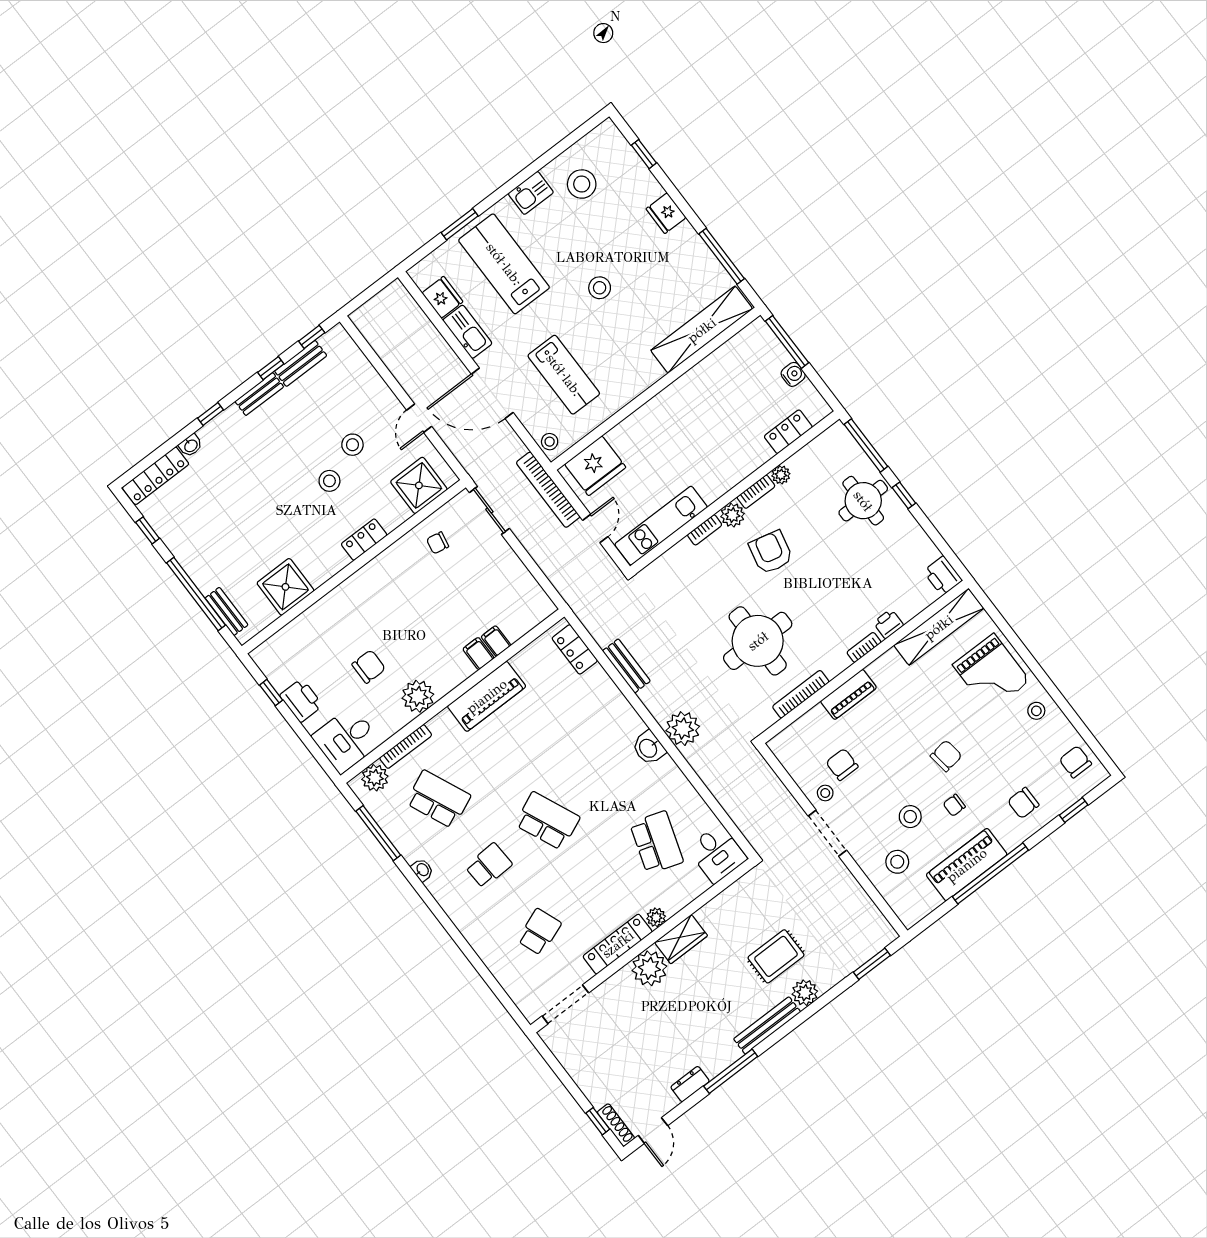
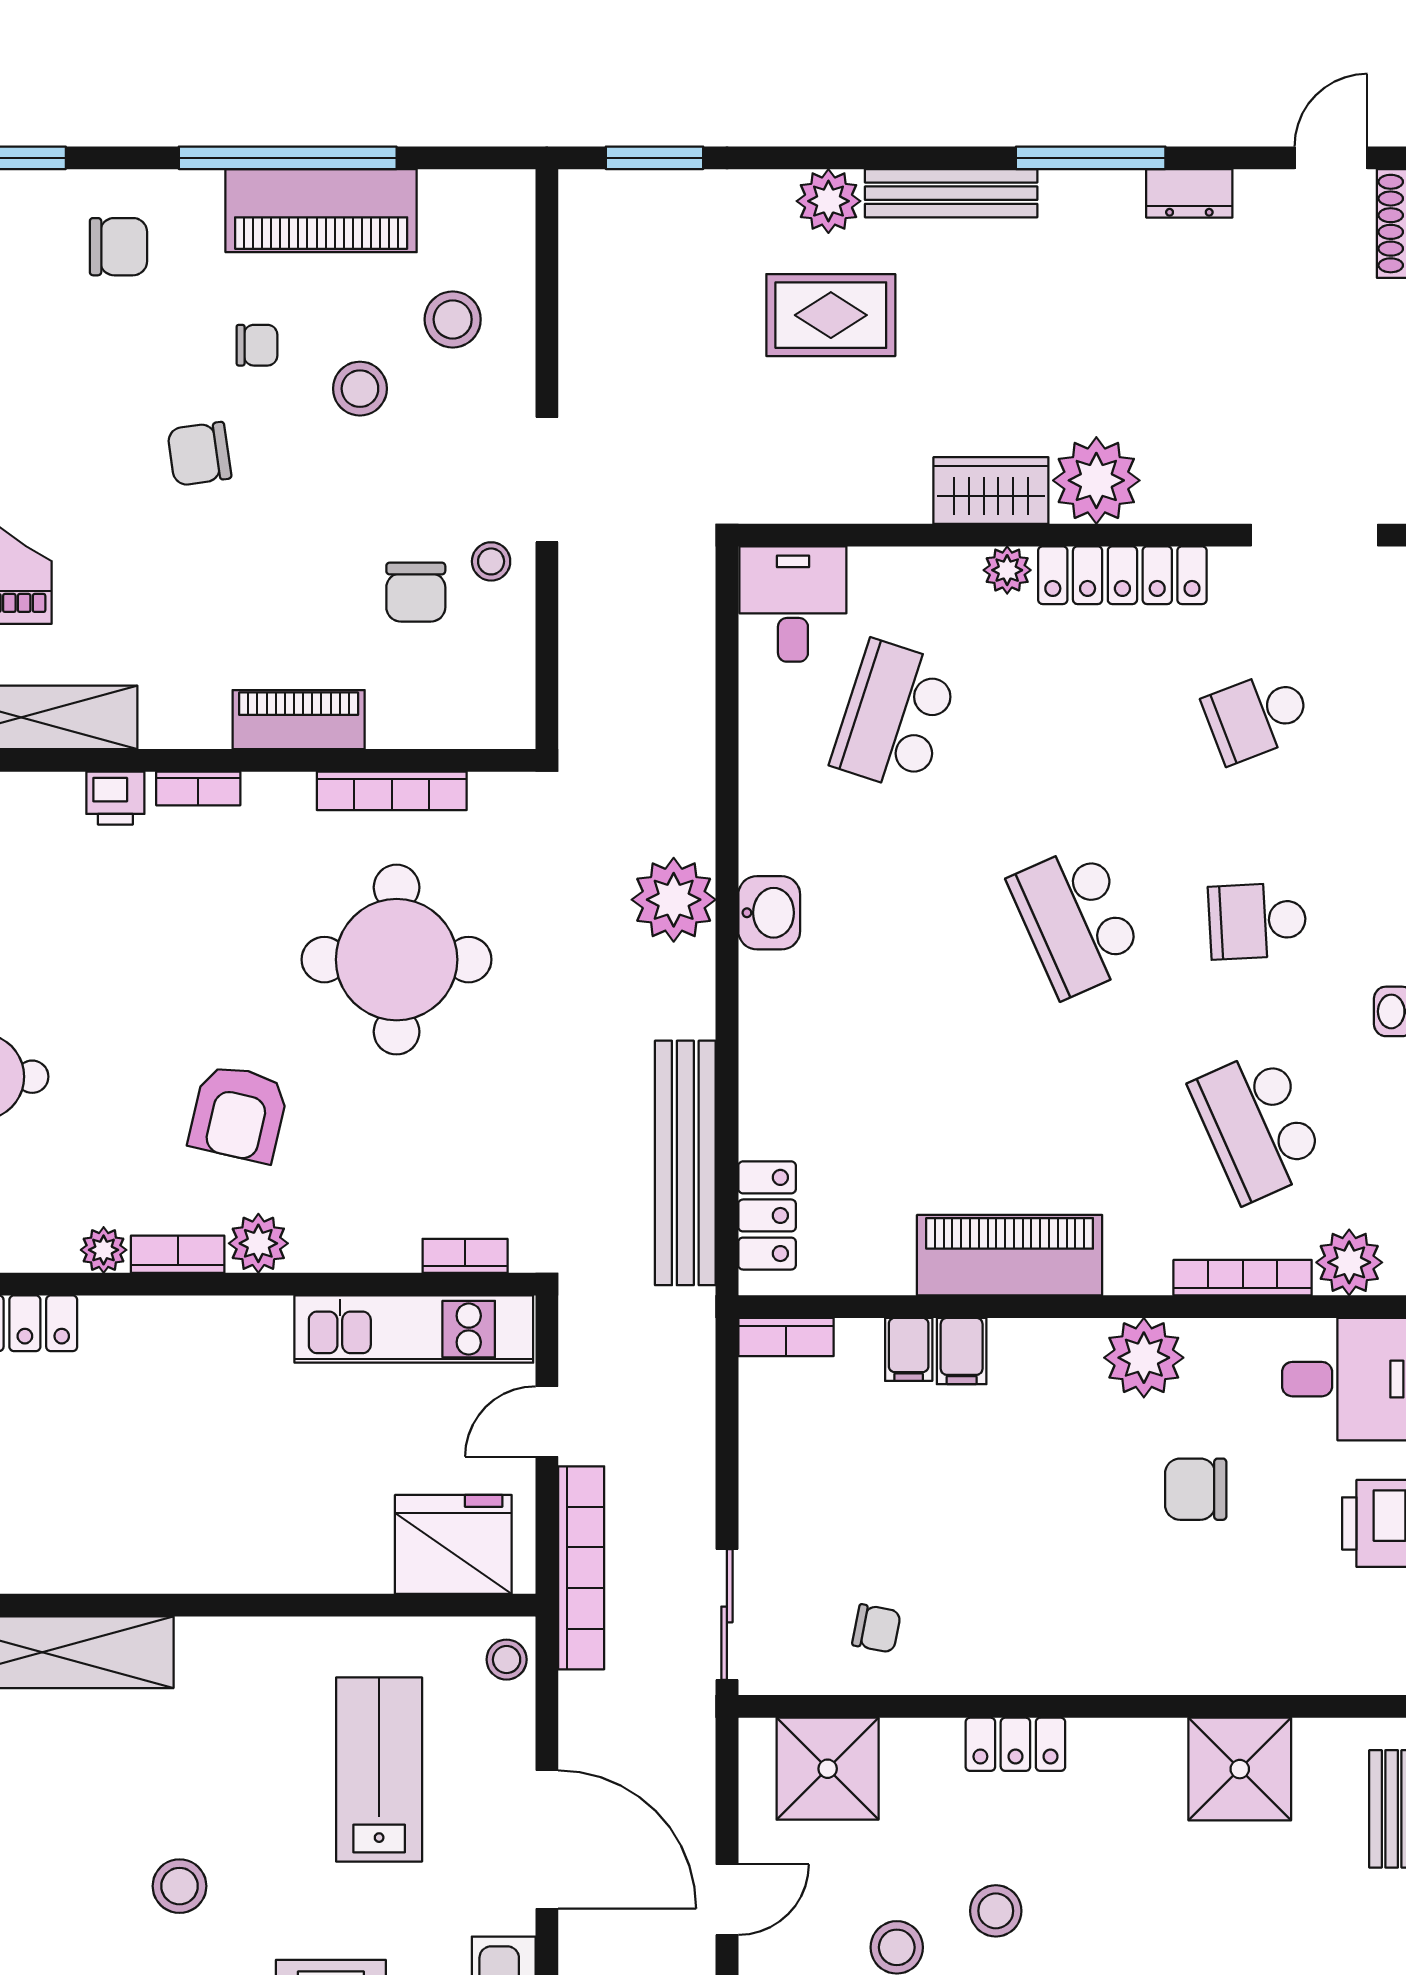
bookcase: (705, 530) -> (465, 1256), moved
bookcase: (539, 615) -> (786, 1337), added
bench: (626, 666) -> (685, 1163), width x1.86, depth x1.21

